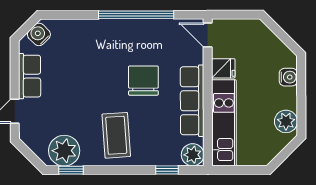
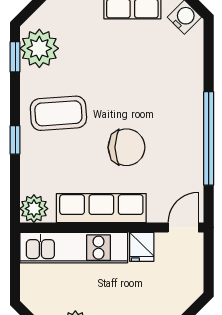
window: (167, 170) -> (15, 140), moved

